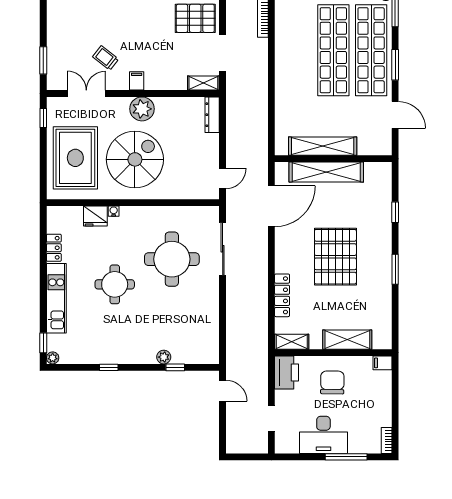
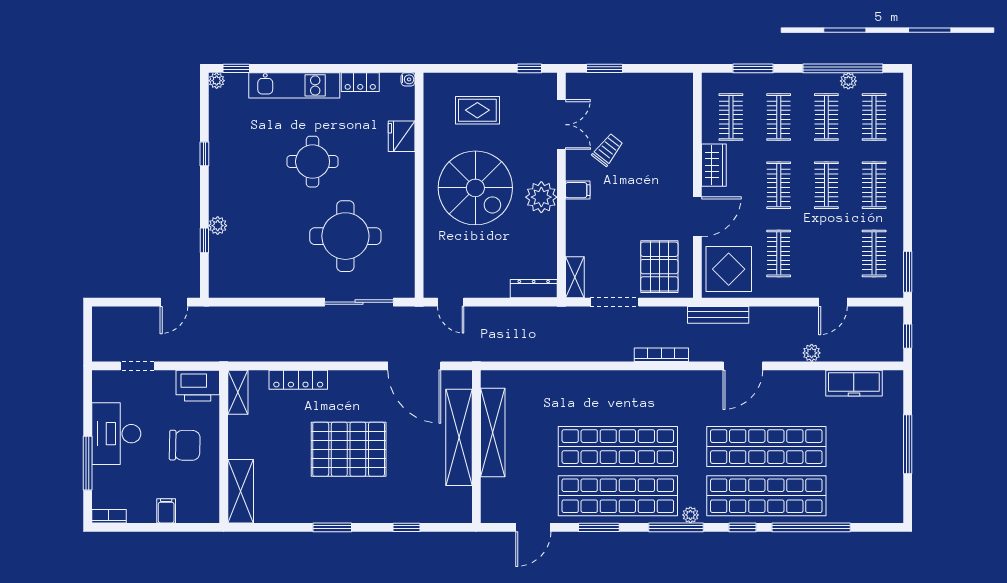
rug: (75, 158) -> (477, 110), width x0.54, depth x0.49
water cooler: (114, 211) -> (408, 79), moved
shelving: (347, 340) -> (241, 491), moved
filing cabinet: (383, 363) -> (166, 511), moved

